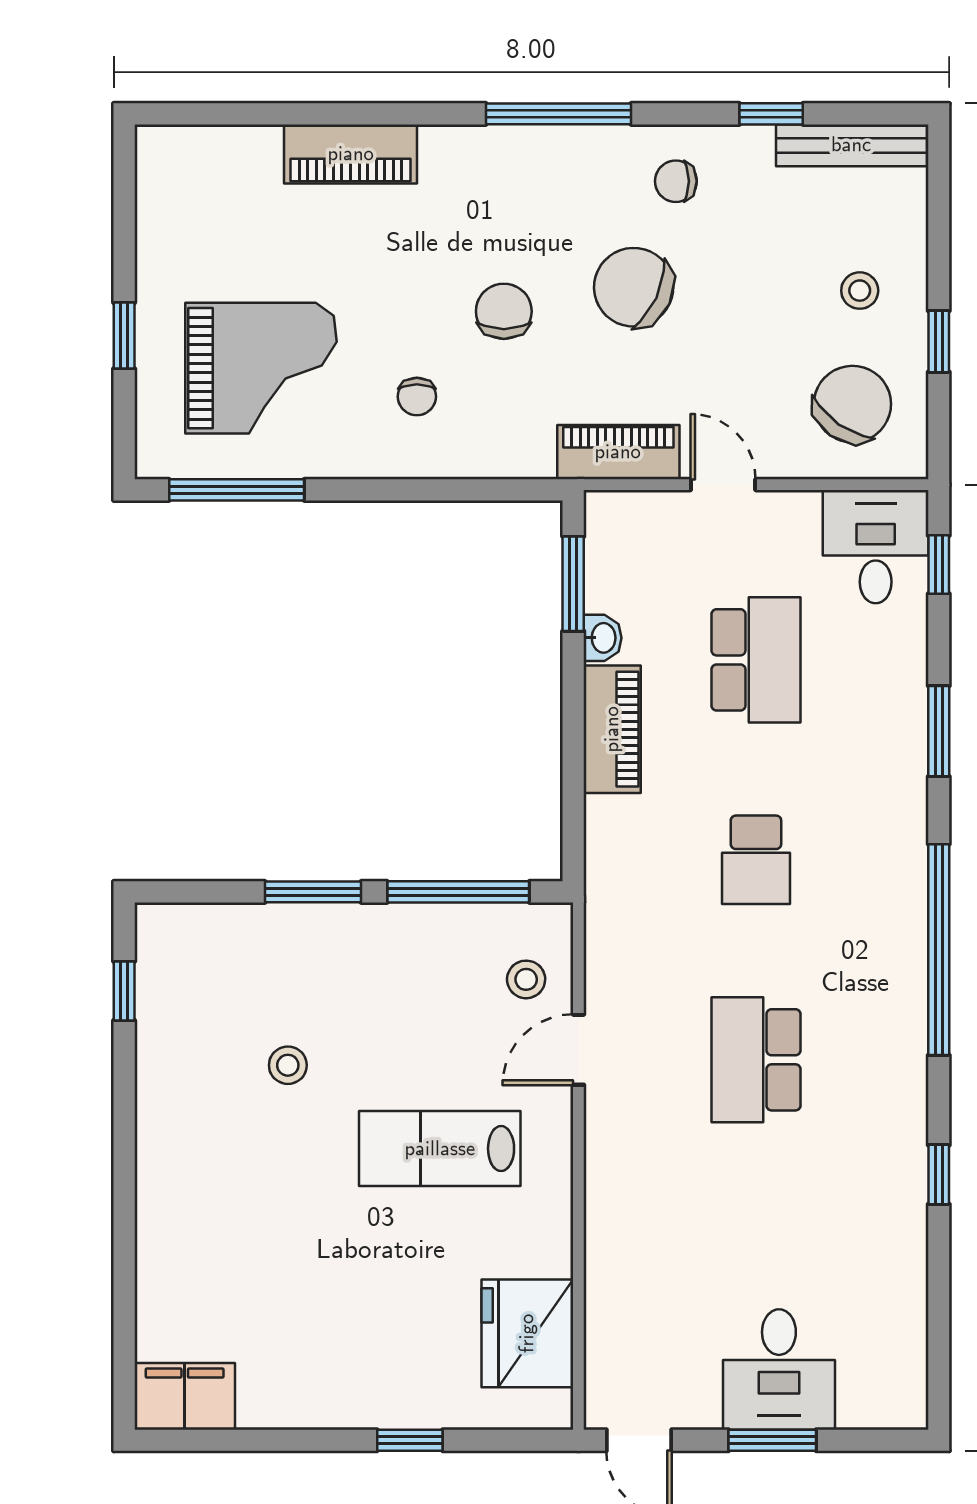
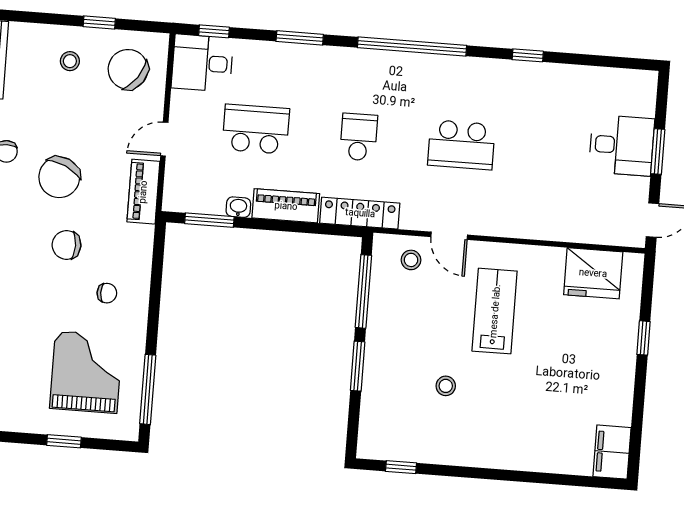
school desk: (756, 860) -> (359, 137), turned -90
locker: (609, 873) -> (360, 213), added
lab bench: (440, 1149) -> (495, 311), turned 180

